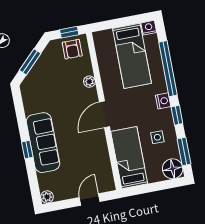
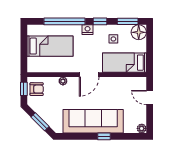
nightstand: (149, 28) -> (32, 30), removed
door: (105, 114) -> (89, 75), hinge flipped
sofa: (43, 143) -> (93, 121), width x1.36, depth x1.27

